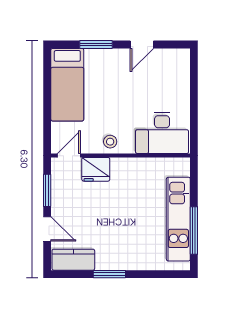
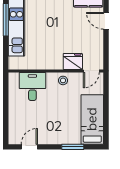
door: (142, 44) -> (29, 147), moved
desk: (162, 133) -> (32, 86), width x0.73
window: (47, 190) -> (106, 47), removed

